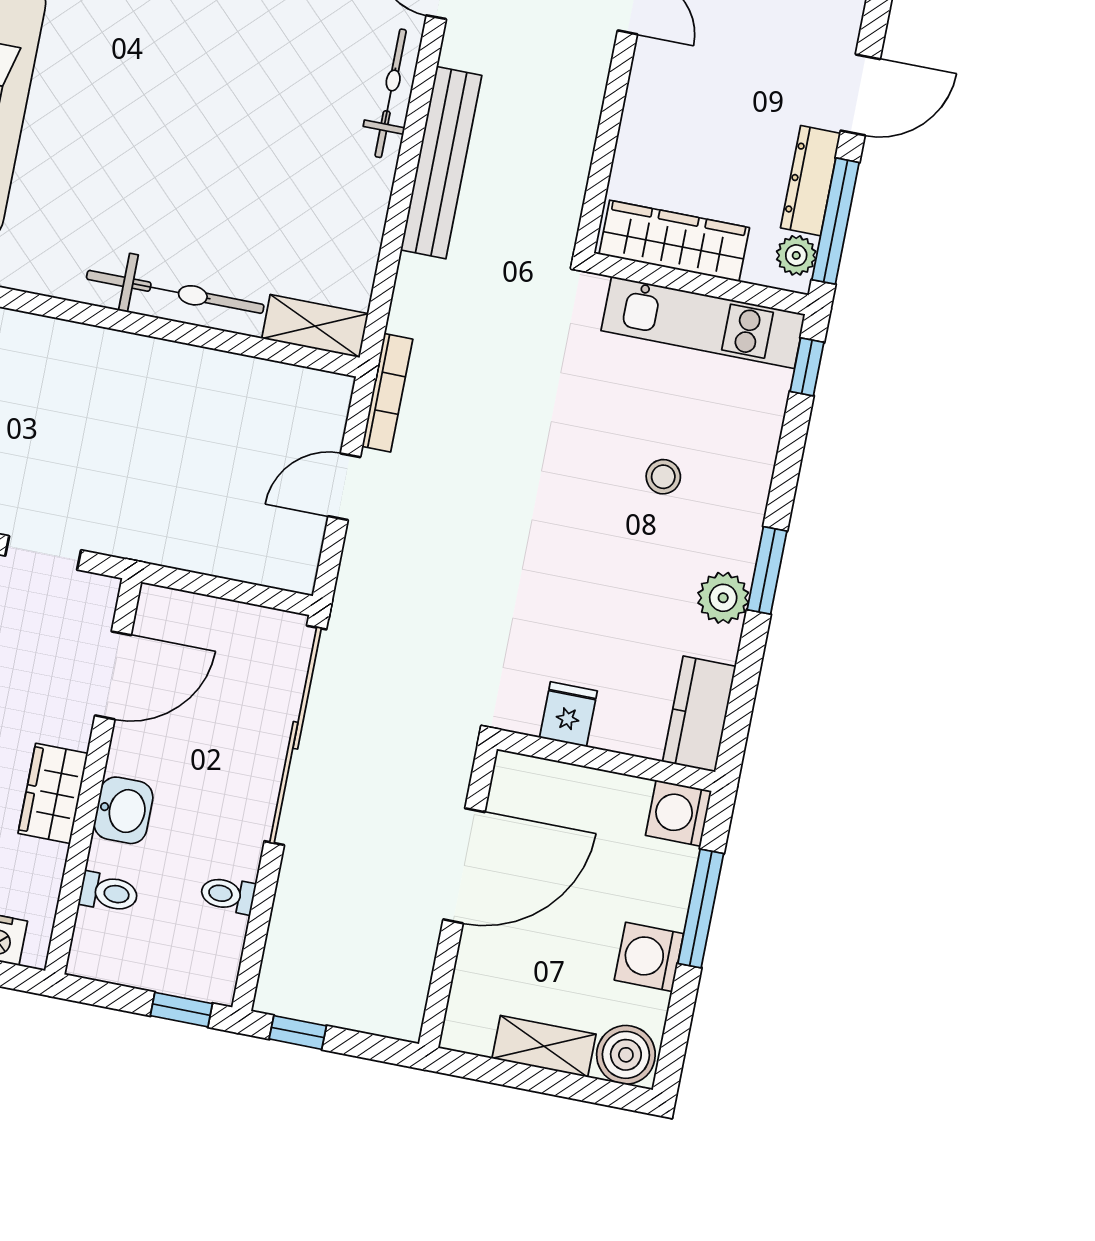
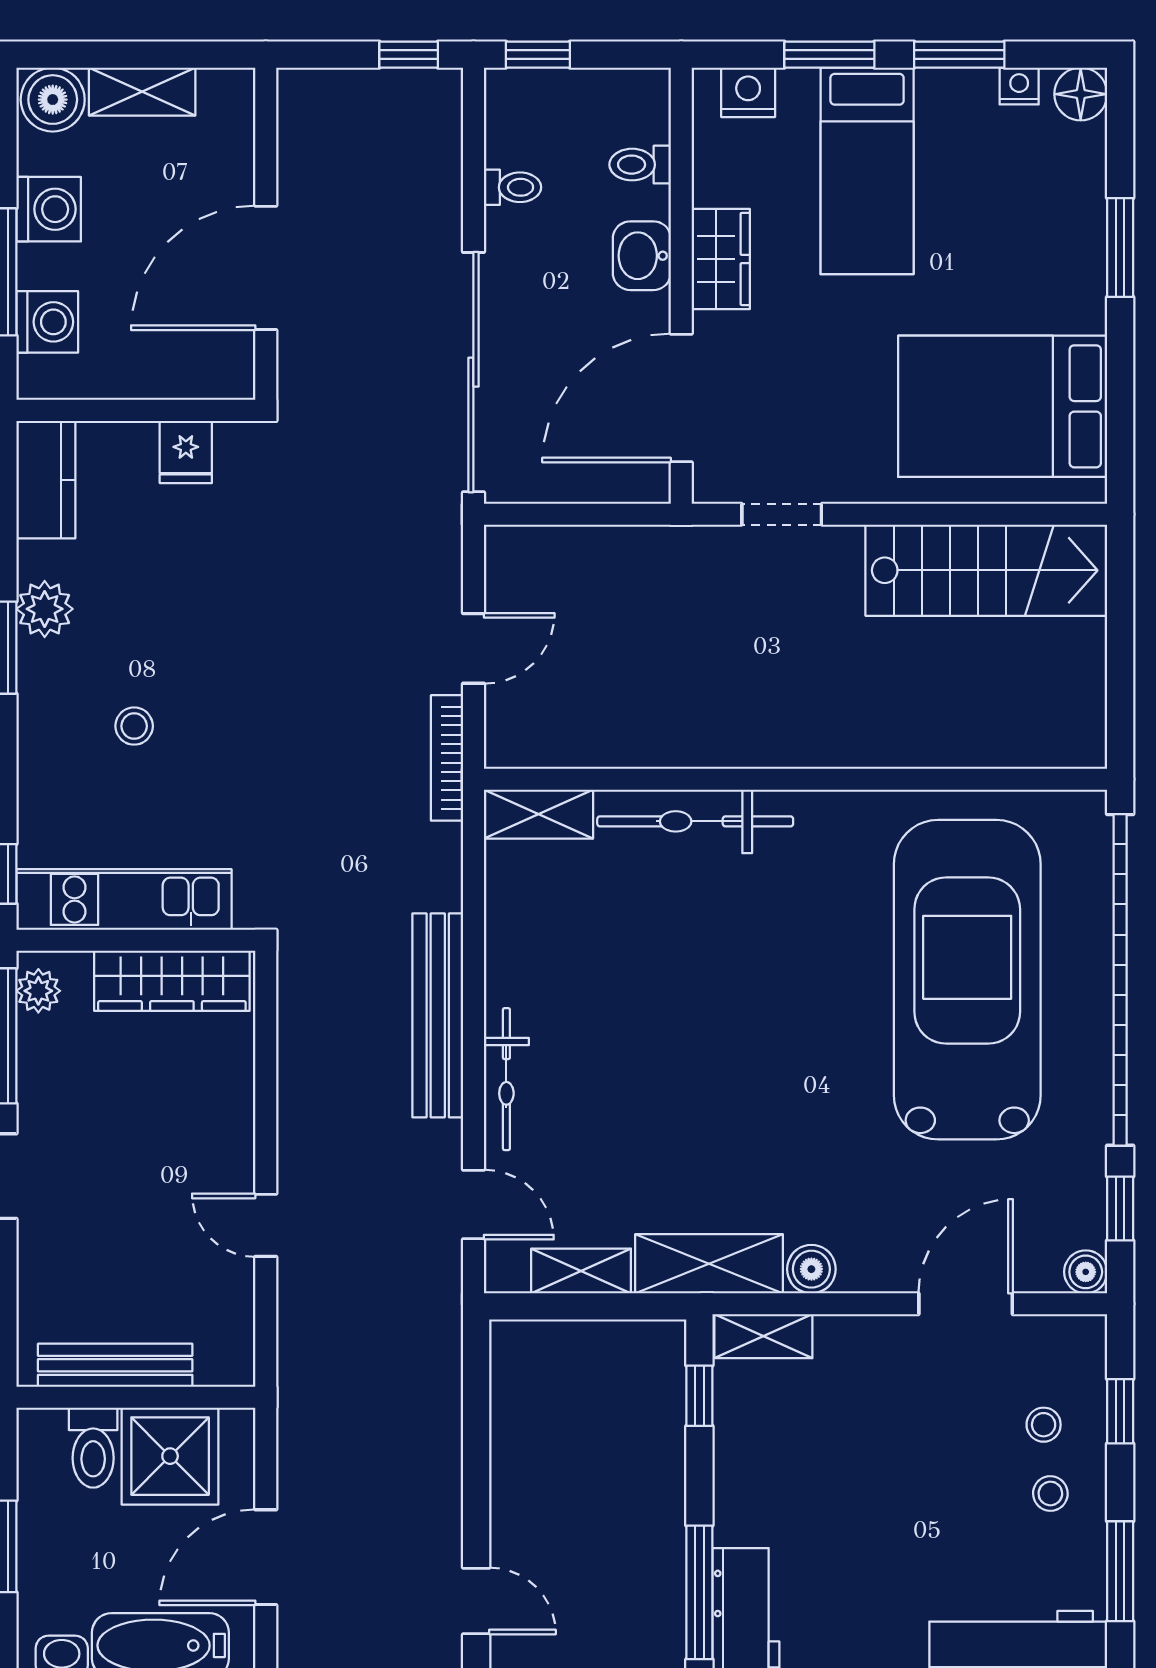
dresser: (811, 181) -> (39, 1074), removed
door: (113, 675) -> (681, 398), width x1.36
washing machine: (678, 813) -> (47, 322), moved

